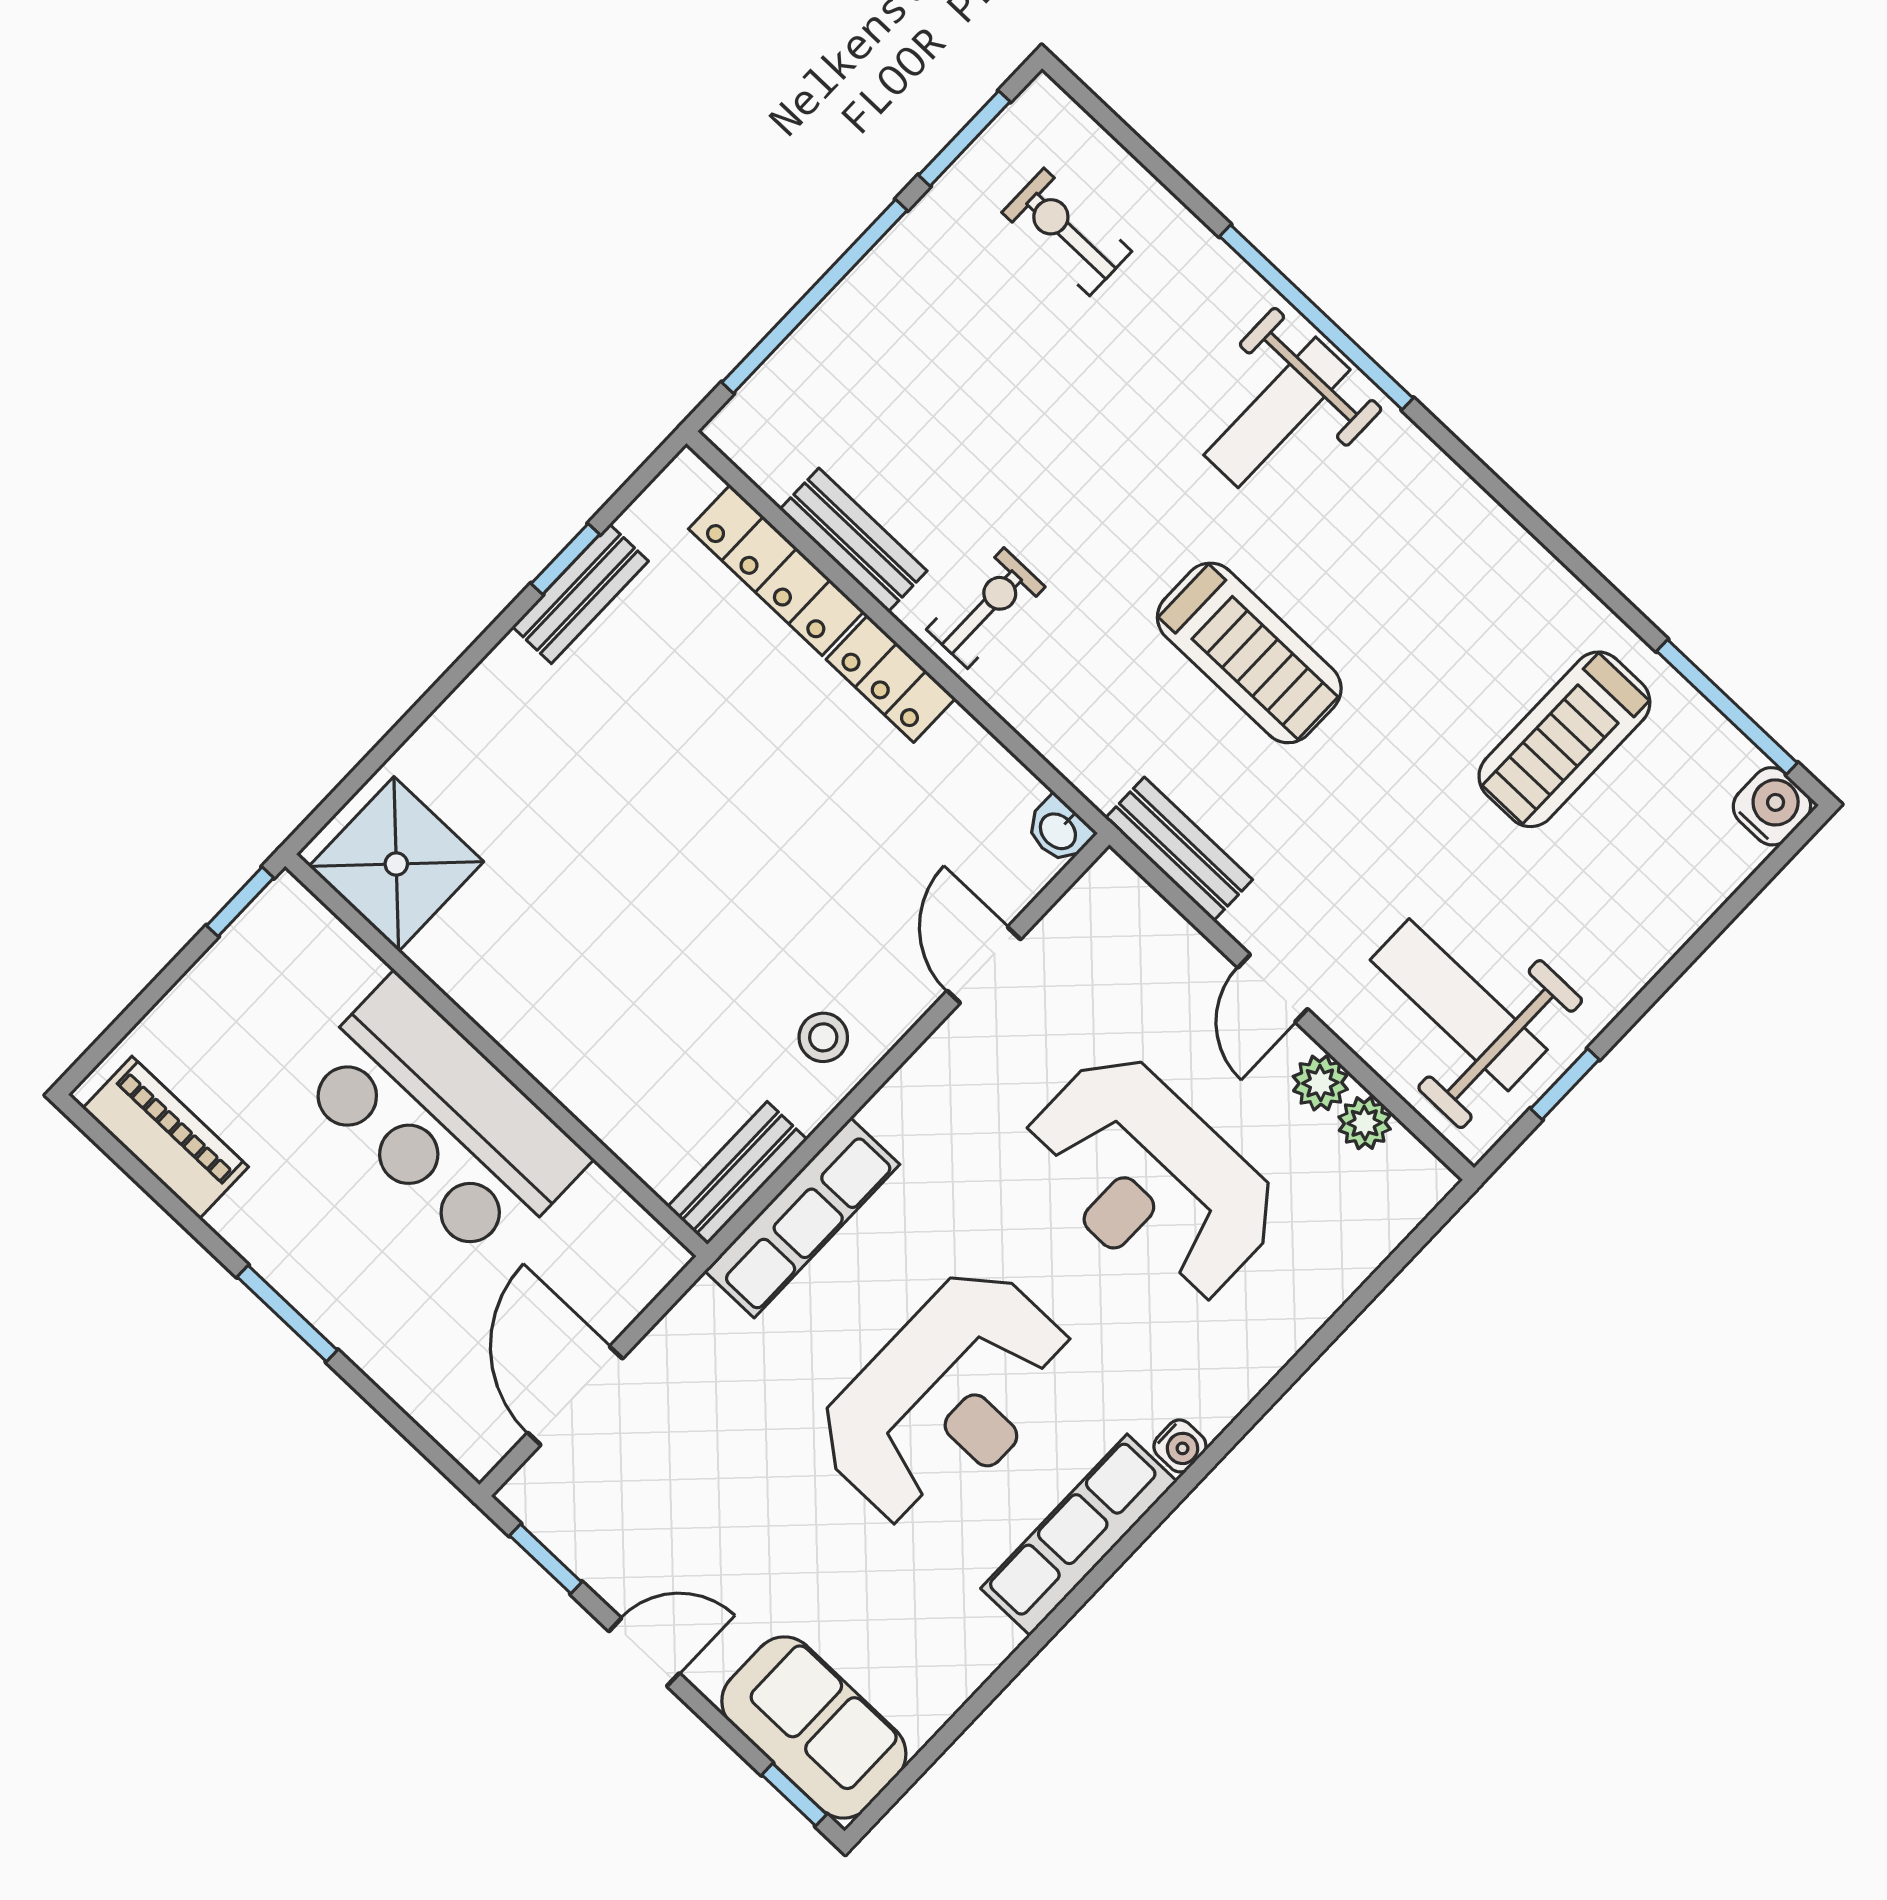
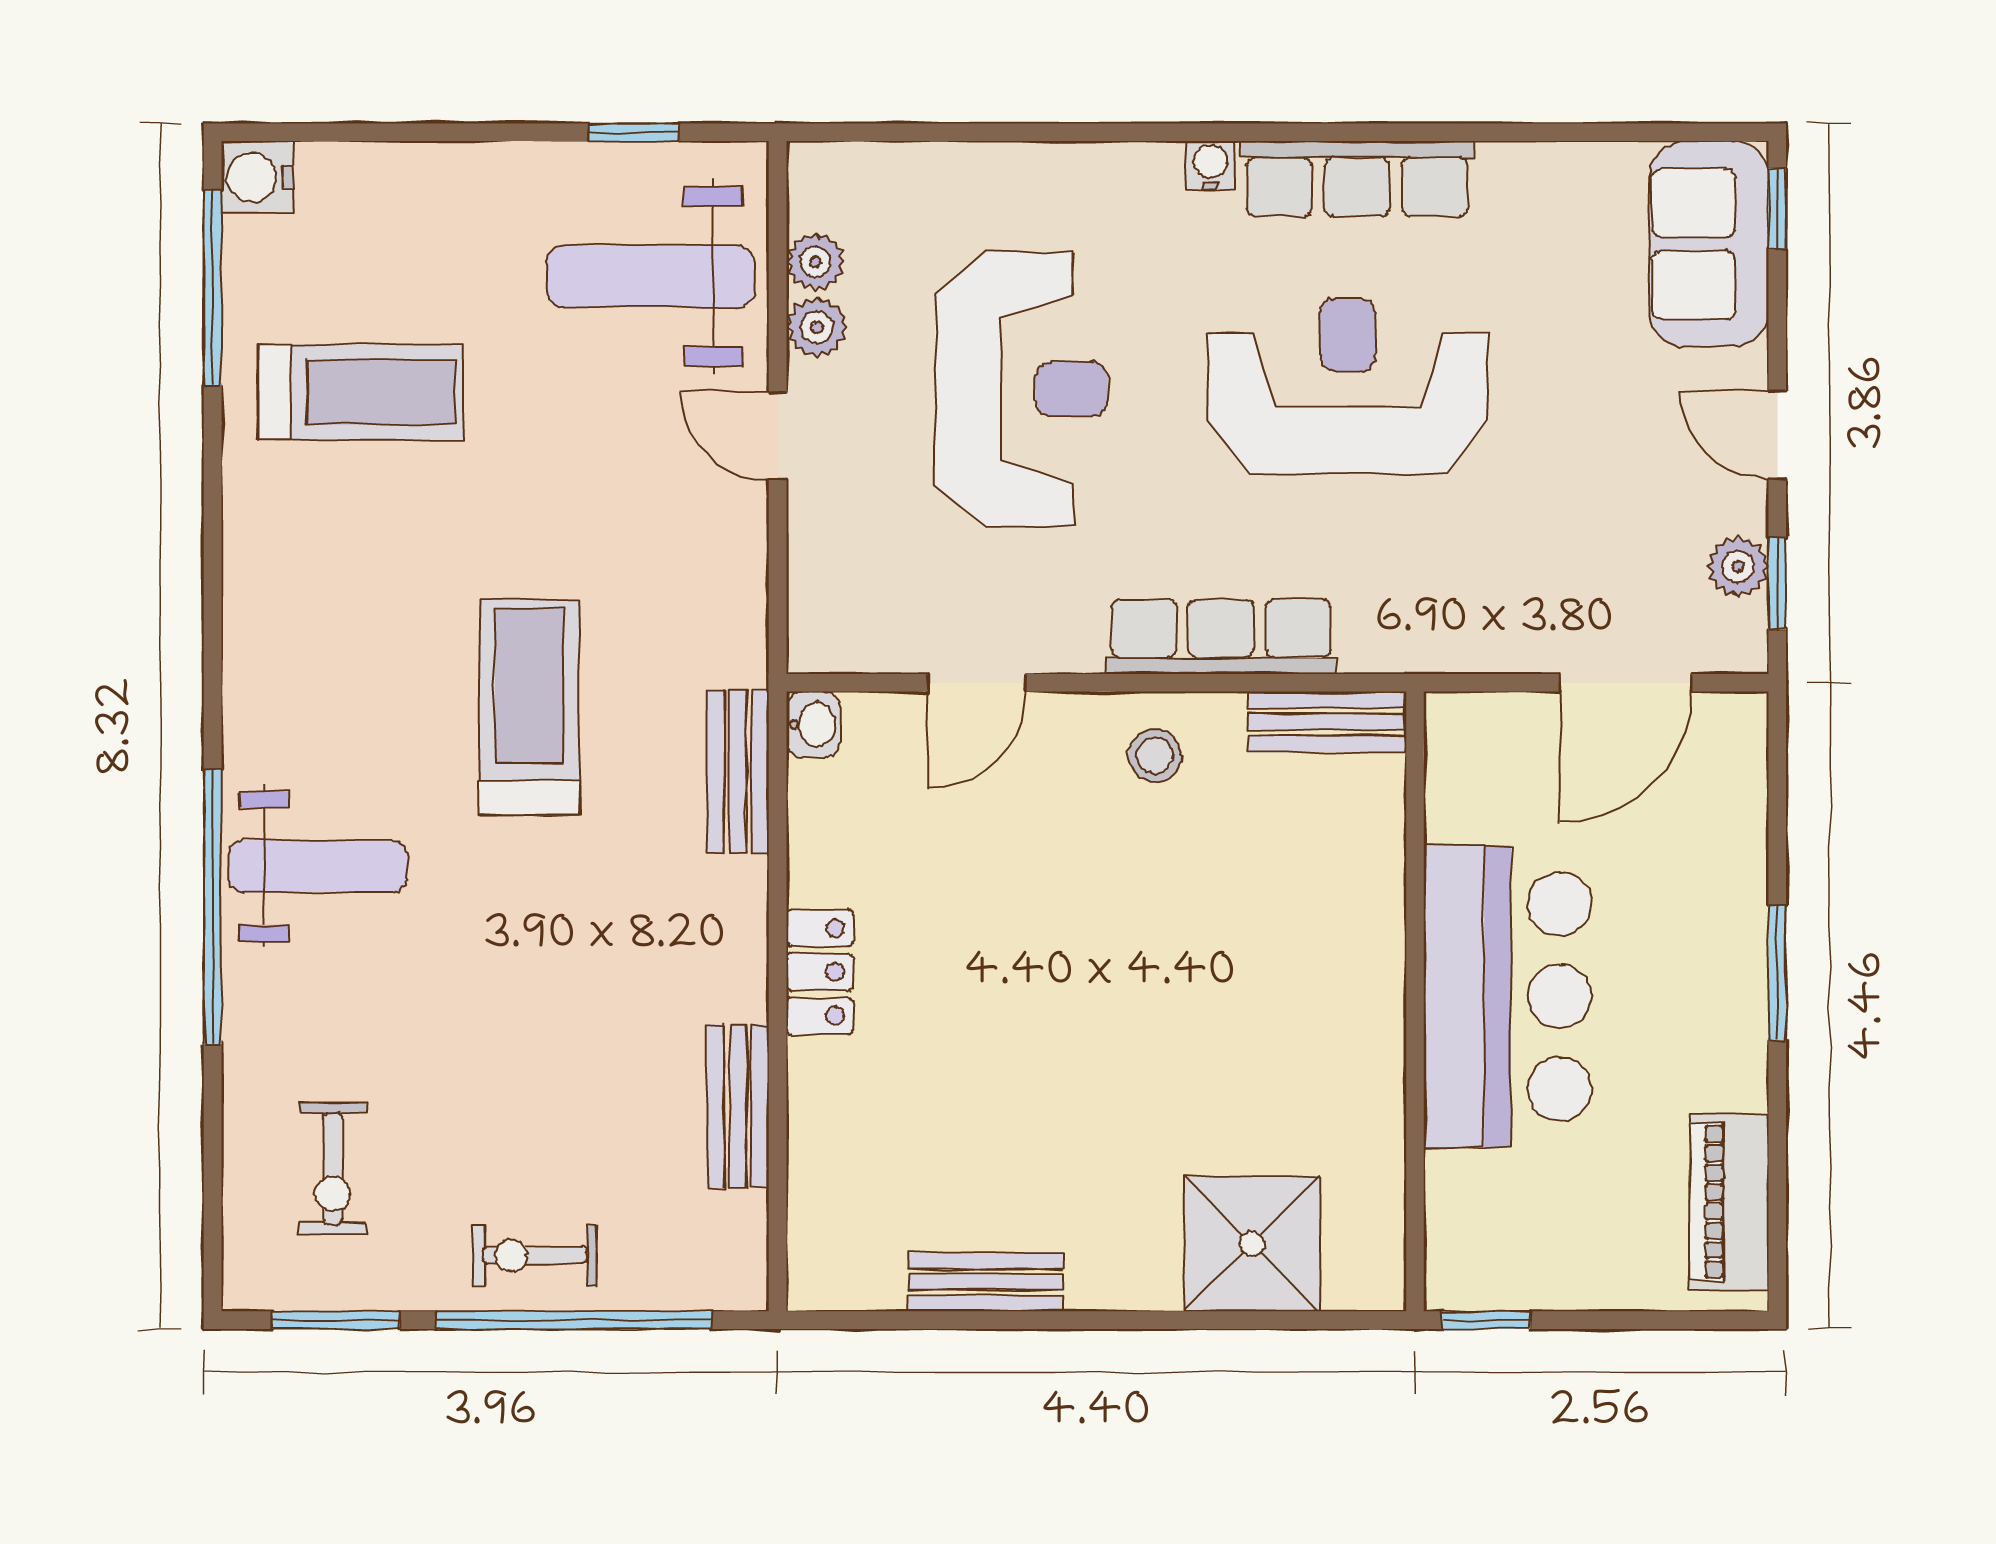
window: (565, 559) -> (970, 1320), removed
locker: (776, 570) -> (820, 1145), removed
exercise bike: (986, 608) -> (535, 1255), moved
bench: (1179, 849) -> (738, 772), moved
shower: (396, 864) -> (1252, 1244), moved
door: (1273, 988) -> (778, 436), swing flipped
weight bench: (1459, 1005) -> (651, 276), turned 90
row of seats: (802, 1218) -> (1221, 637), moved
plant: (582, 1543) -> (1738, 566), added

